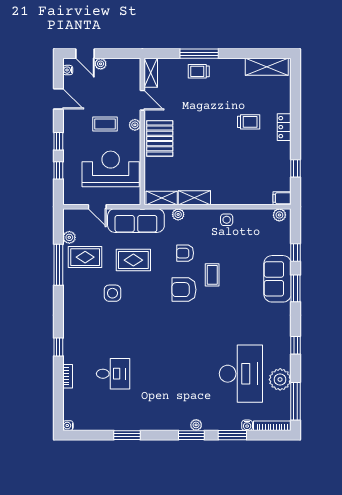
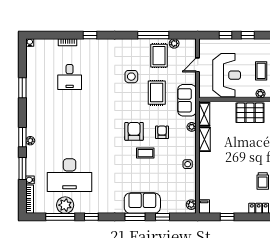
sofa: (136, 221) -> (187, 100), width x0.73
window: (296, 401) -> (60, 217), moved

